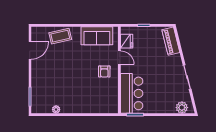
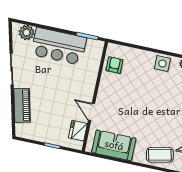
piano: (171, 41) -> (22, 105), moved
armchair: (104, 71) -> (114, 65), moved
bar counter: (132, 93) -> (59, 46), moved, turned -90
side table: (73, 106) -> (162, 64), added

